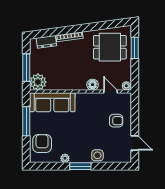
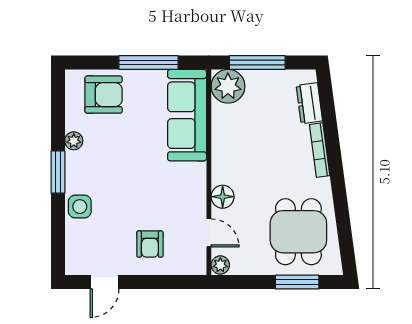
door: (110, 91) -> (209, 233), hinge flipped

